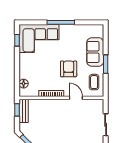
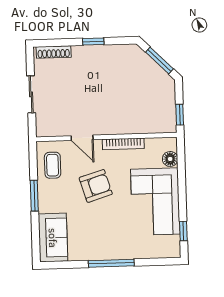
corner sofa: (39, 39) -> (155, 202), moved, turned -90
sofa: (95, 52) -> (53, 238), moved
armchair: (69, 69) -> (96, 186), turned -107
bench: (24, 111) -> (169, 113), removed

